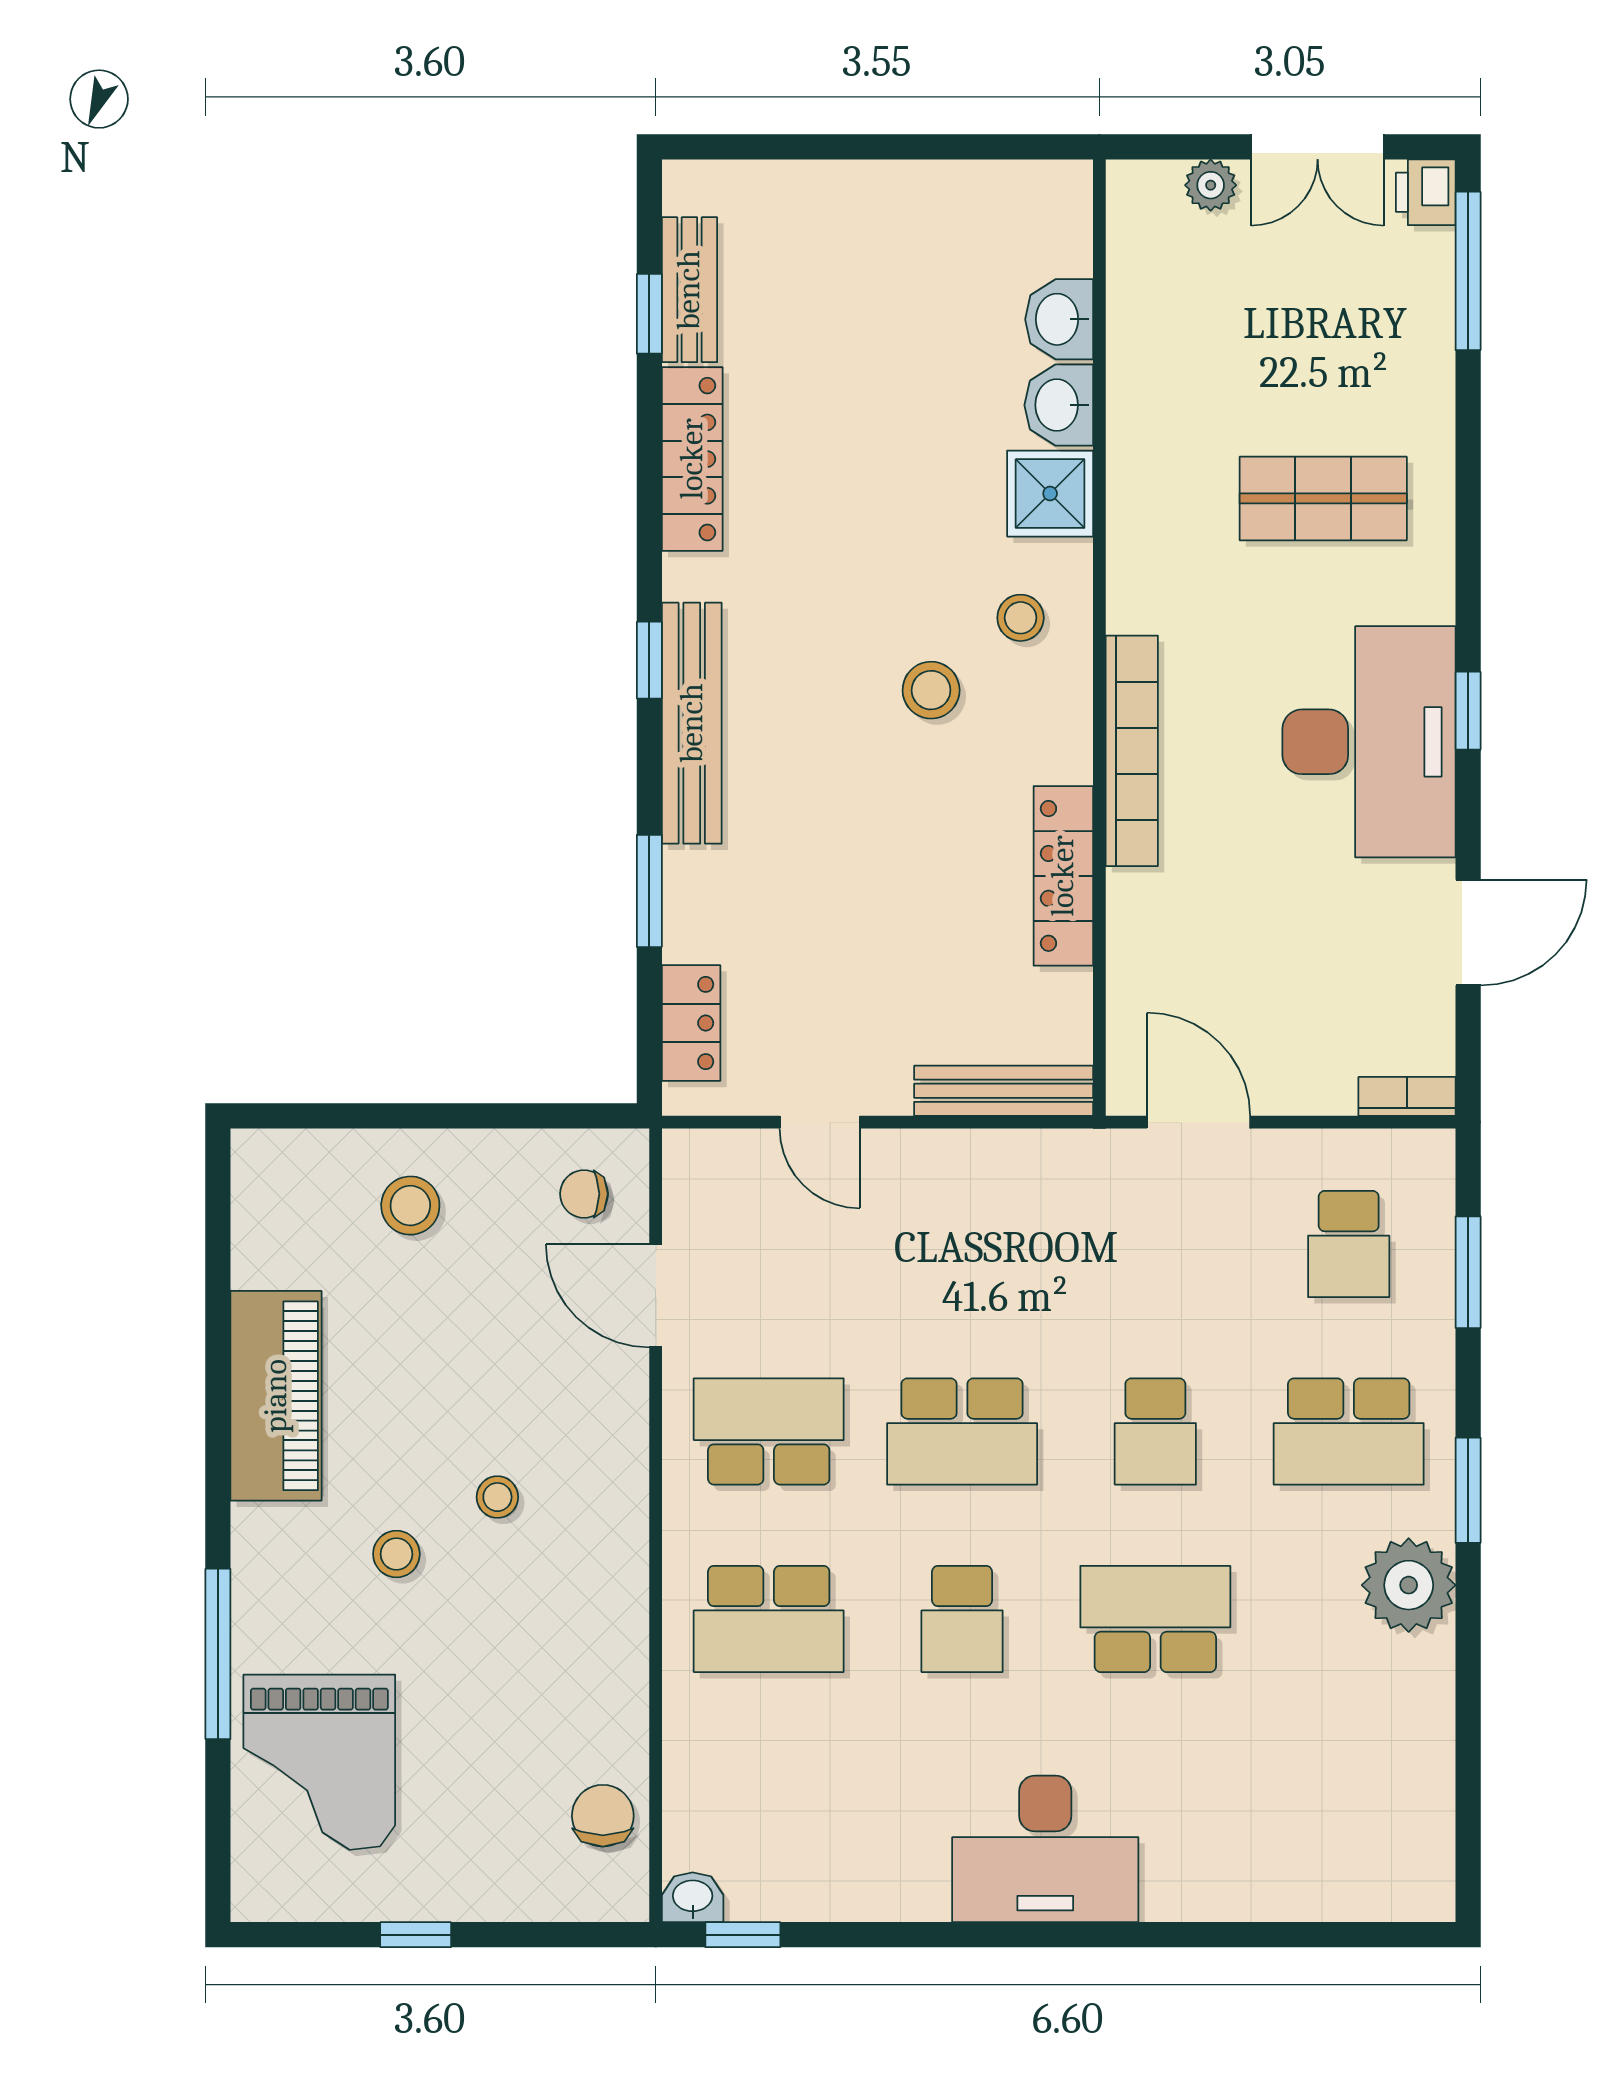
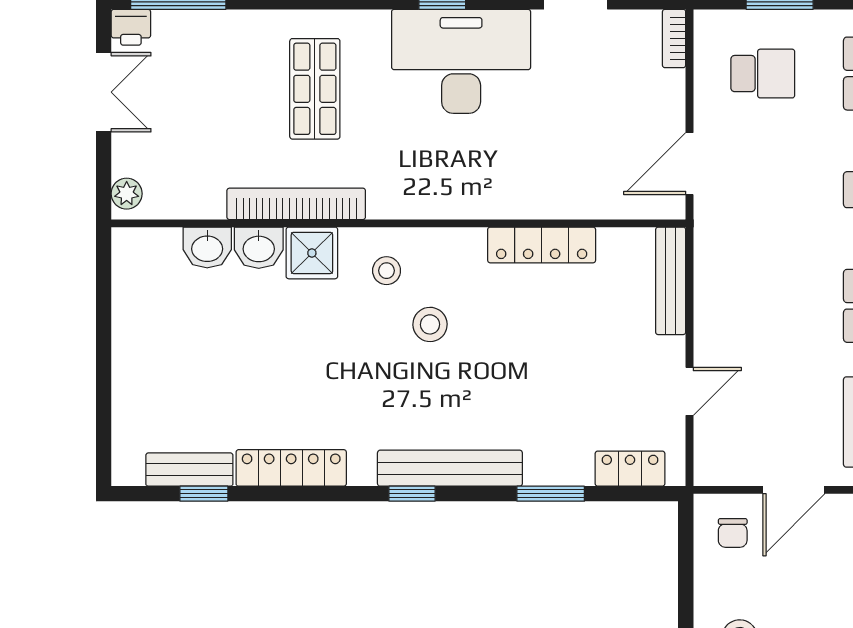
plant: (1211, 185) -> (127, 194), moved
bookcase: (1132, 751) -> (296, 204), moved

